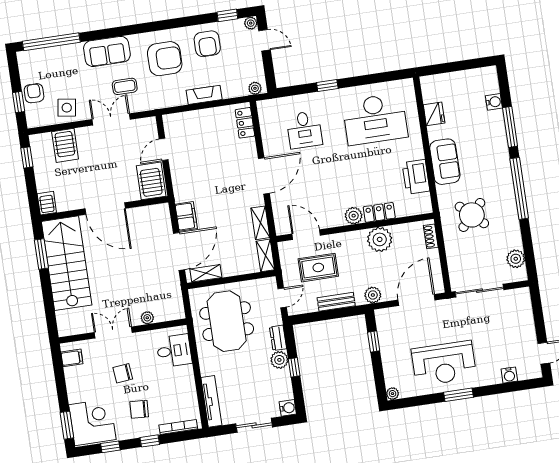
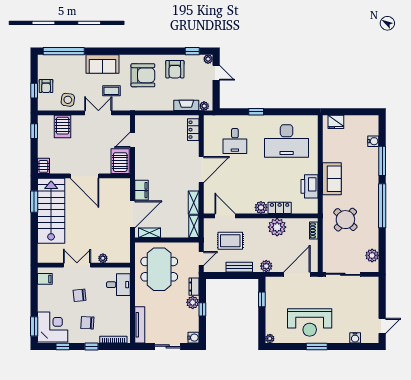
armchair: (34, 93) -> (46, 86), turned 180
fireplace: (204, 95) -> (186, 105), moved
fridge: (434, 114) -> (336, 122), moved, turned 90

